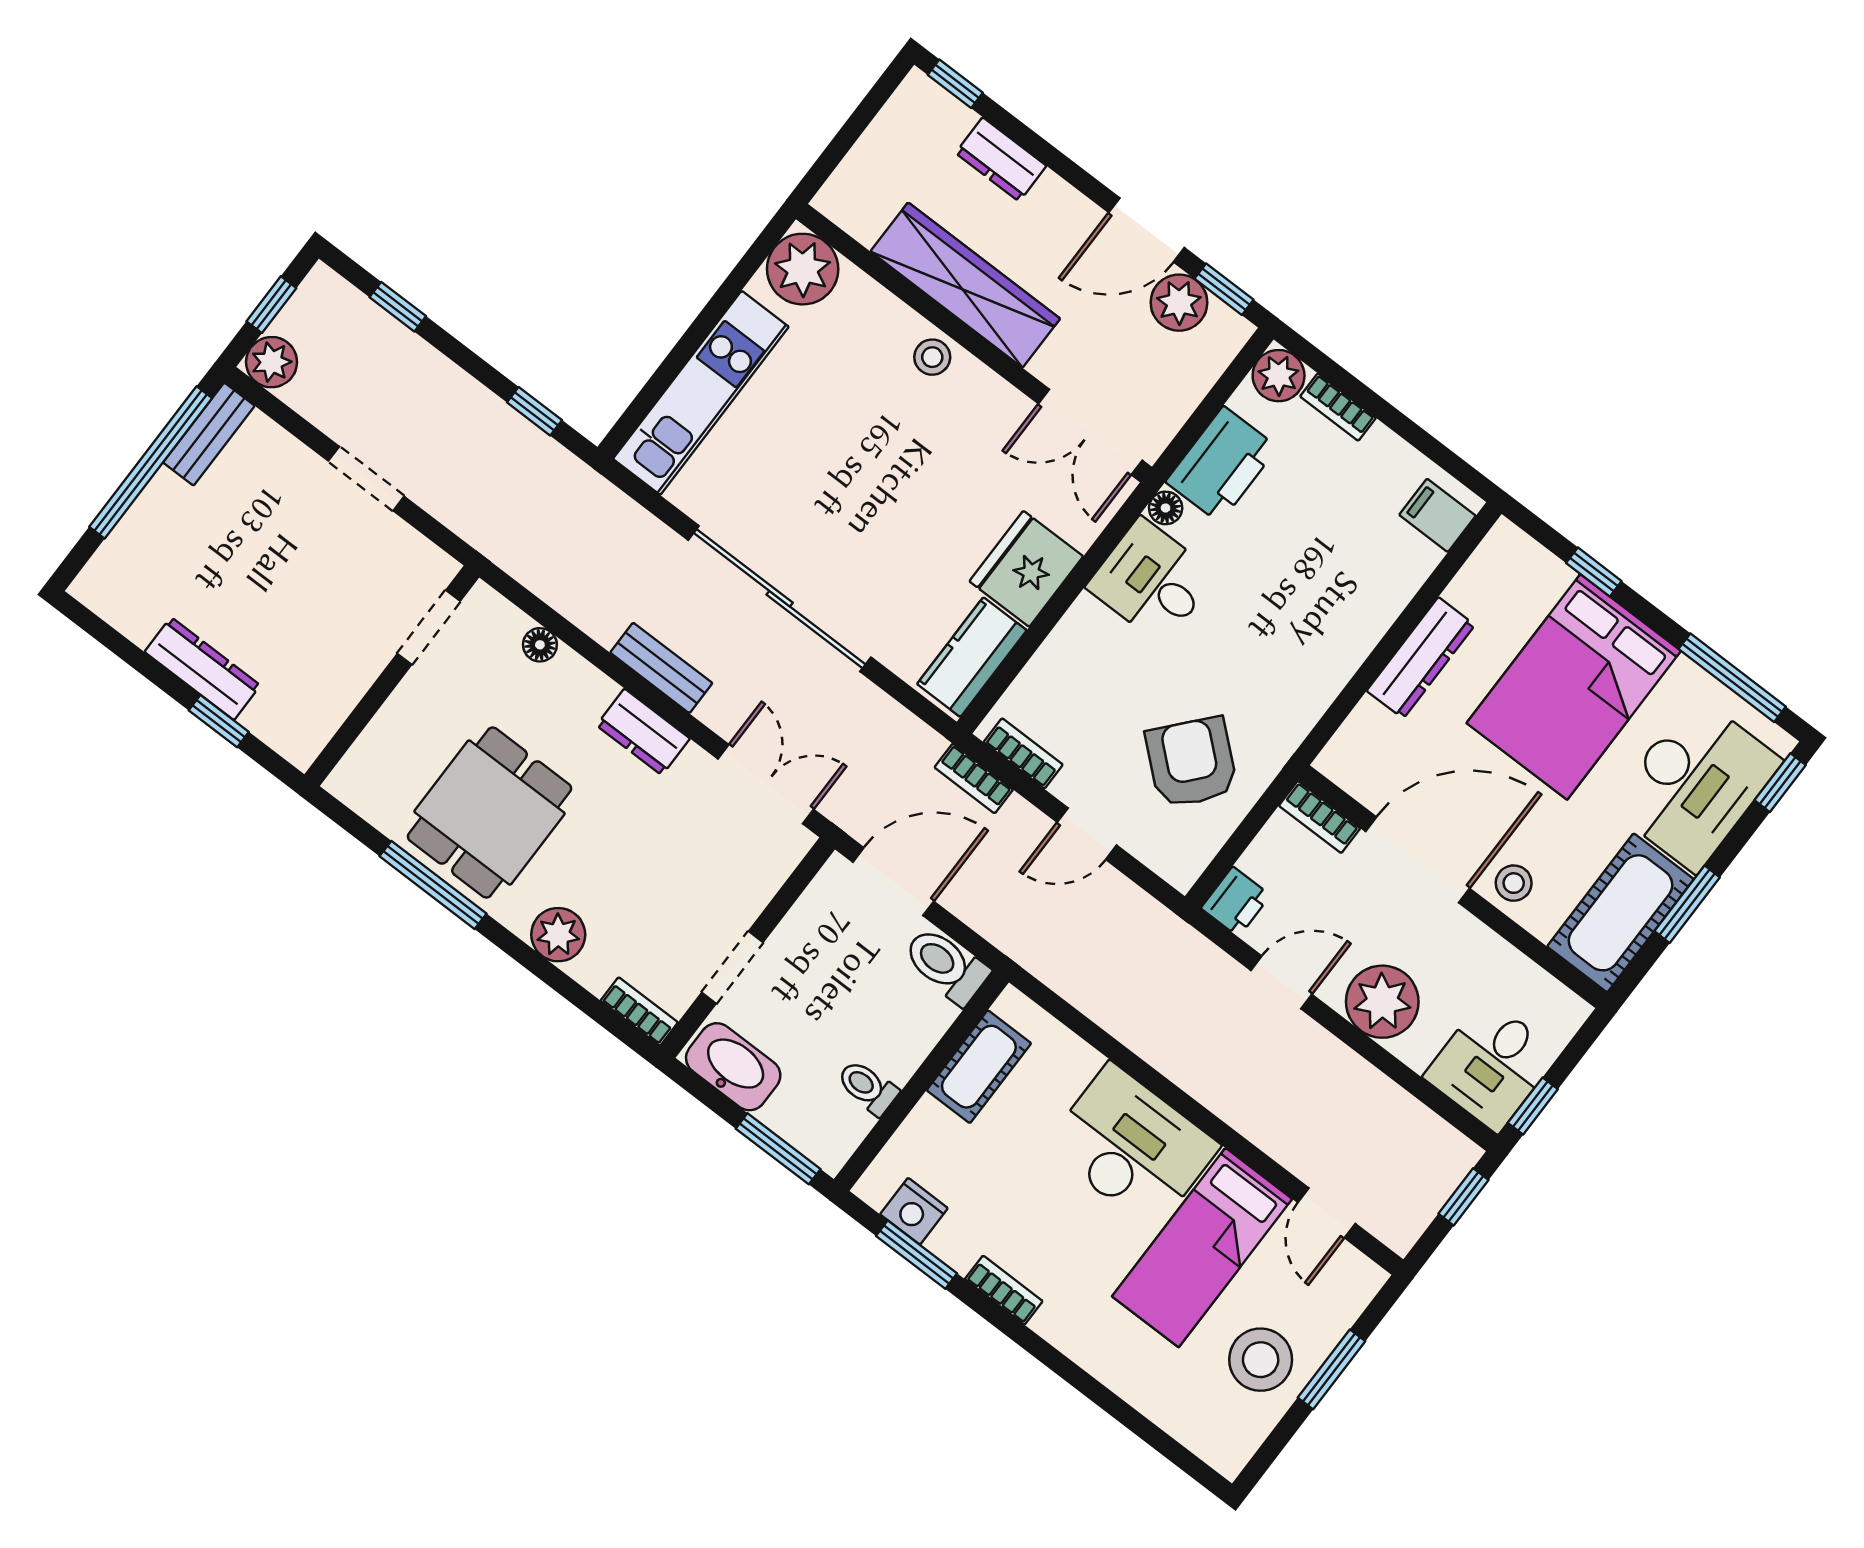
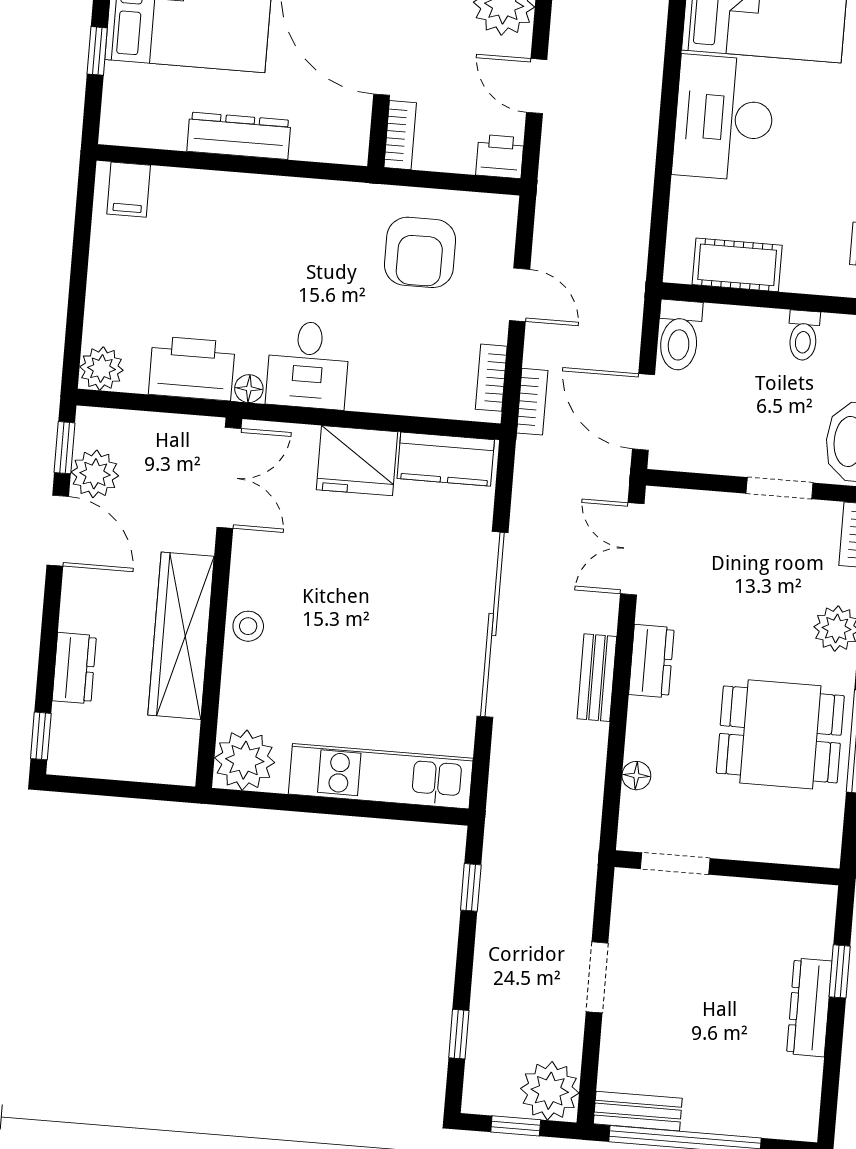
plant: (272, 362) -> (550, 1091), width x1.36, depth x1.36
bookcase: (1338, 407) -> (97, 311), removed
armchair: (1192, 762) -> (420, 252), turned -41

